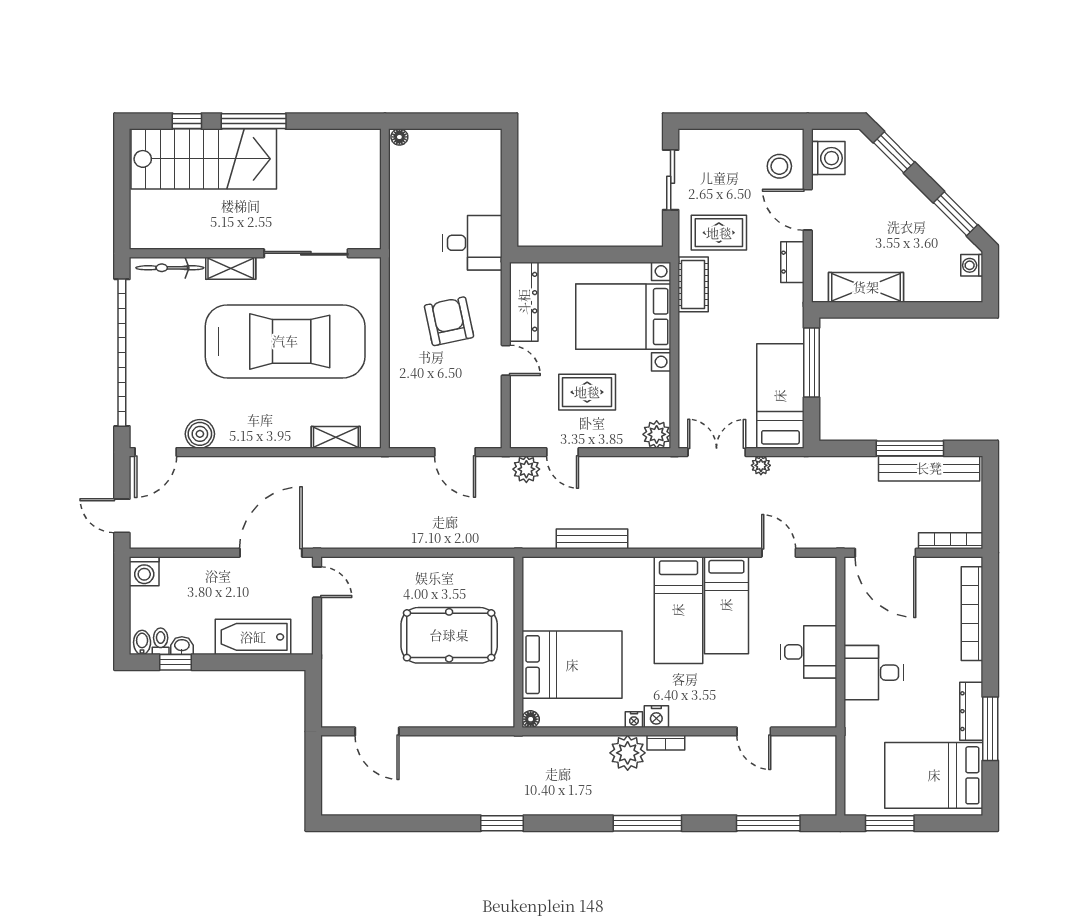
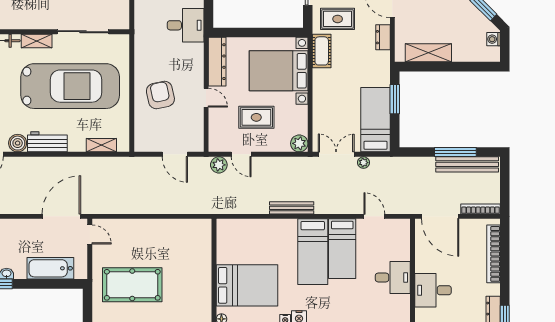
armchair: (449, 321) -> (160, 95), moved
window: (812, 363) -> (395, 99), width x0.69
workbench: (248, 432) -> (47, 142), added
bench: (592, 539) -> (292, 208), moved
pool table: (449, 635) -> (132, 285), moved

